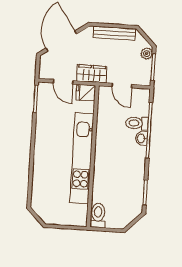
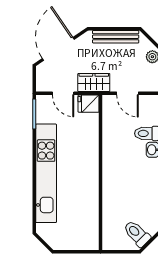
kitchen unit: (82, 158) -> (46, 173), moved, turned 180
toilet: (98, 215) -> (137, 234), moved, turned -45

